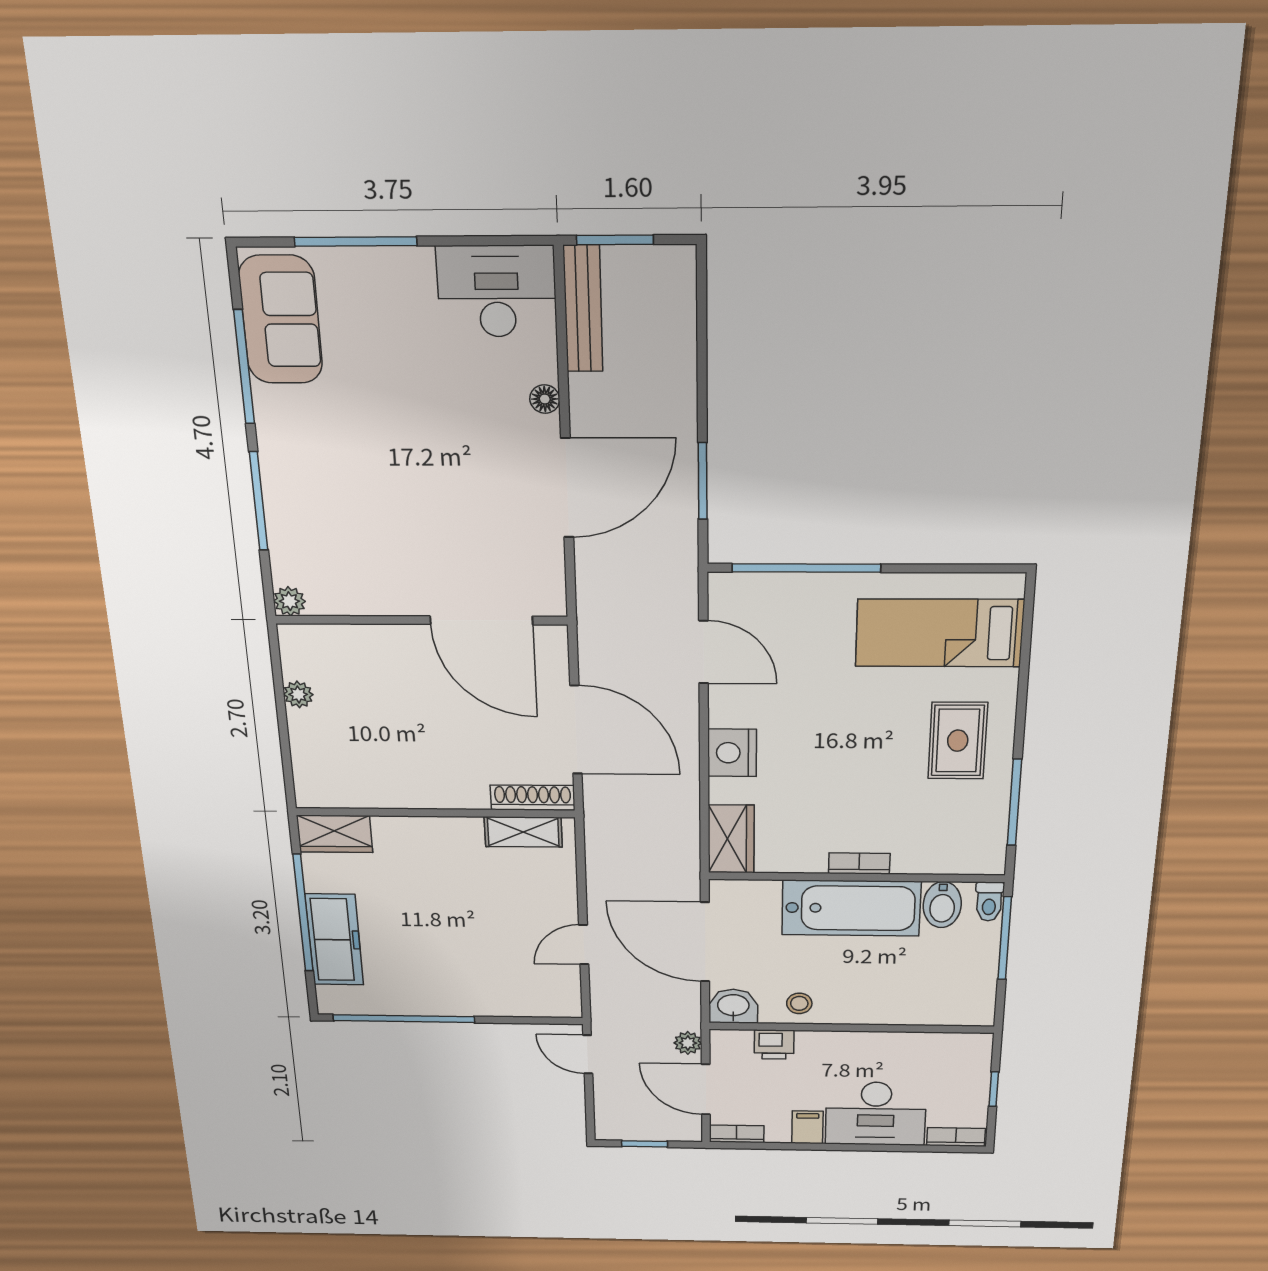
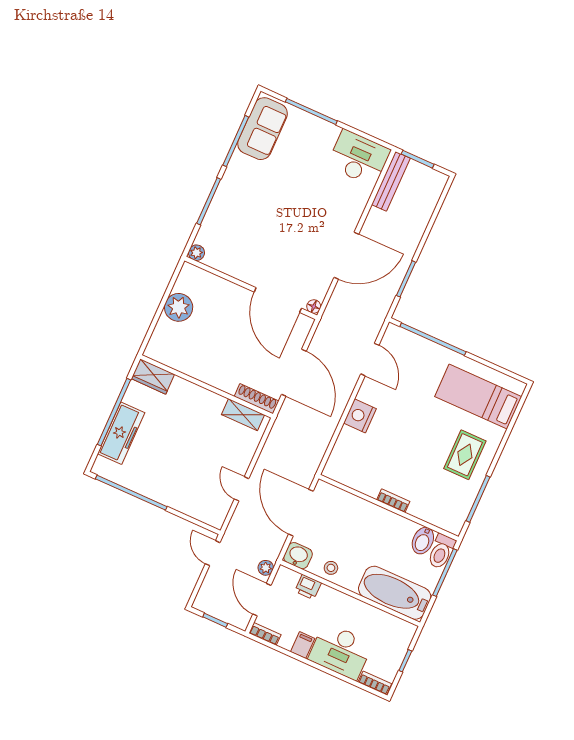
floor lamp: (545, 399) -> (314, 307), moved
plant: (298, 694) -> (179, 307), width x1.87, depth x1.87
wardrobe: (731, 839) -> (339, 461), removed
toilet: (989, 901) -> (441, 551), width x1.37, depth x1.39
bathtub: (851, 908) -> (395, 593), moved, turned 180
door: (584, 945) -> (242, 489), hinge flipped

